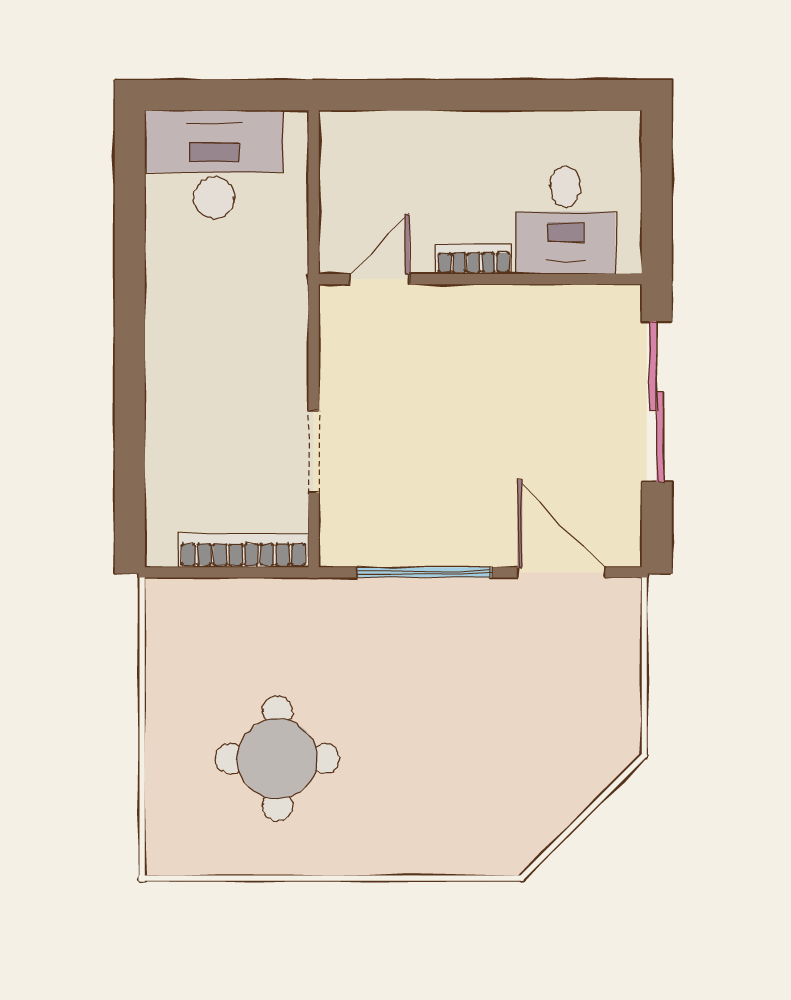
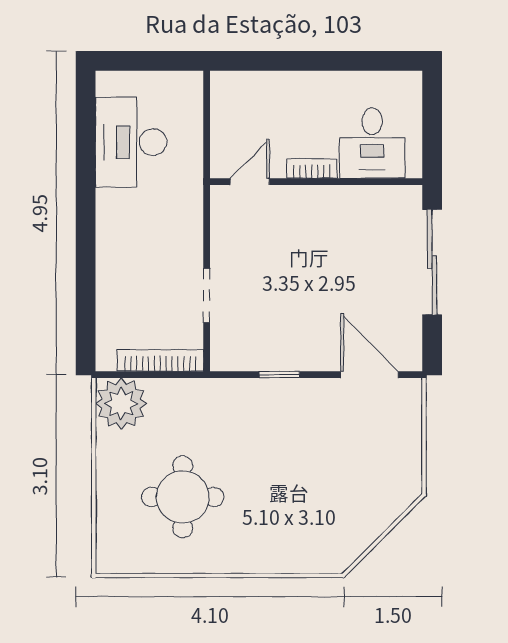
desk: (214, 164) -> (131, 142), moved, turned -90
window: (424, 572) -> (279, 375), width x0.46
plant: (184, 616) -> (121, 404), added

